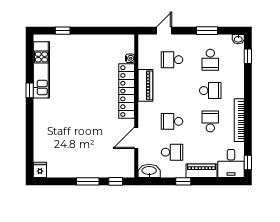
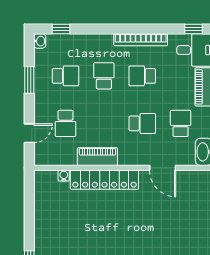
door: (164, 31) -> (29, 133), swing flipped
school desk: (172, 121) -> (142, 123), turned -90

